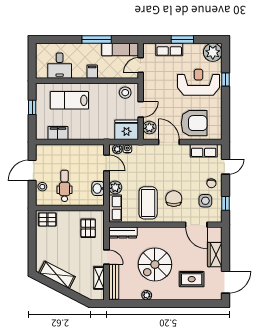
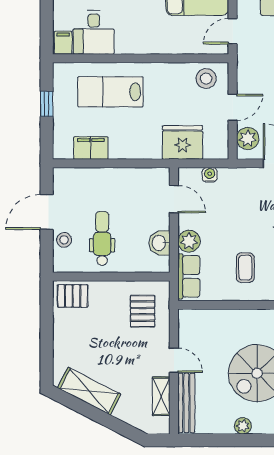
filing cabinet: (92, 72) -> (63, 43), moved
fridge: (127, 130) -> (182, 142), moved
plant: (117, 149) -> (193, 176), removed
coffee table: (148, 203) -> (245, 268), width x0.54, depth x0.58
dresser: (123, 232) -> (202, 318), removed

